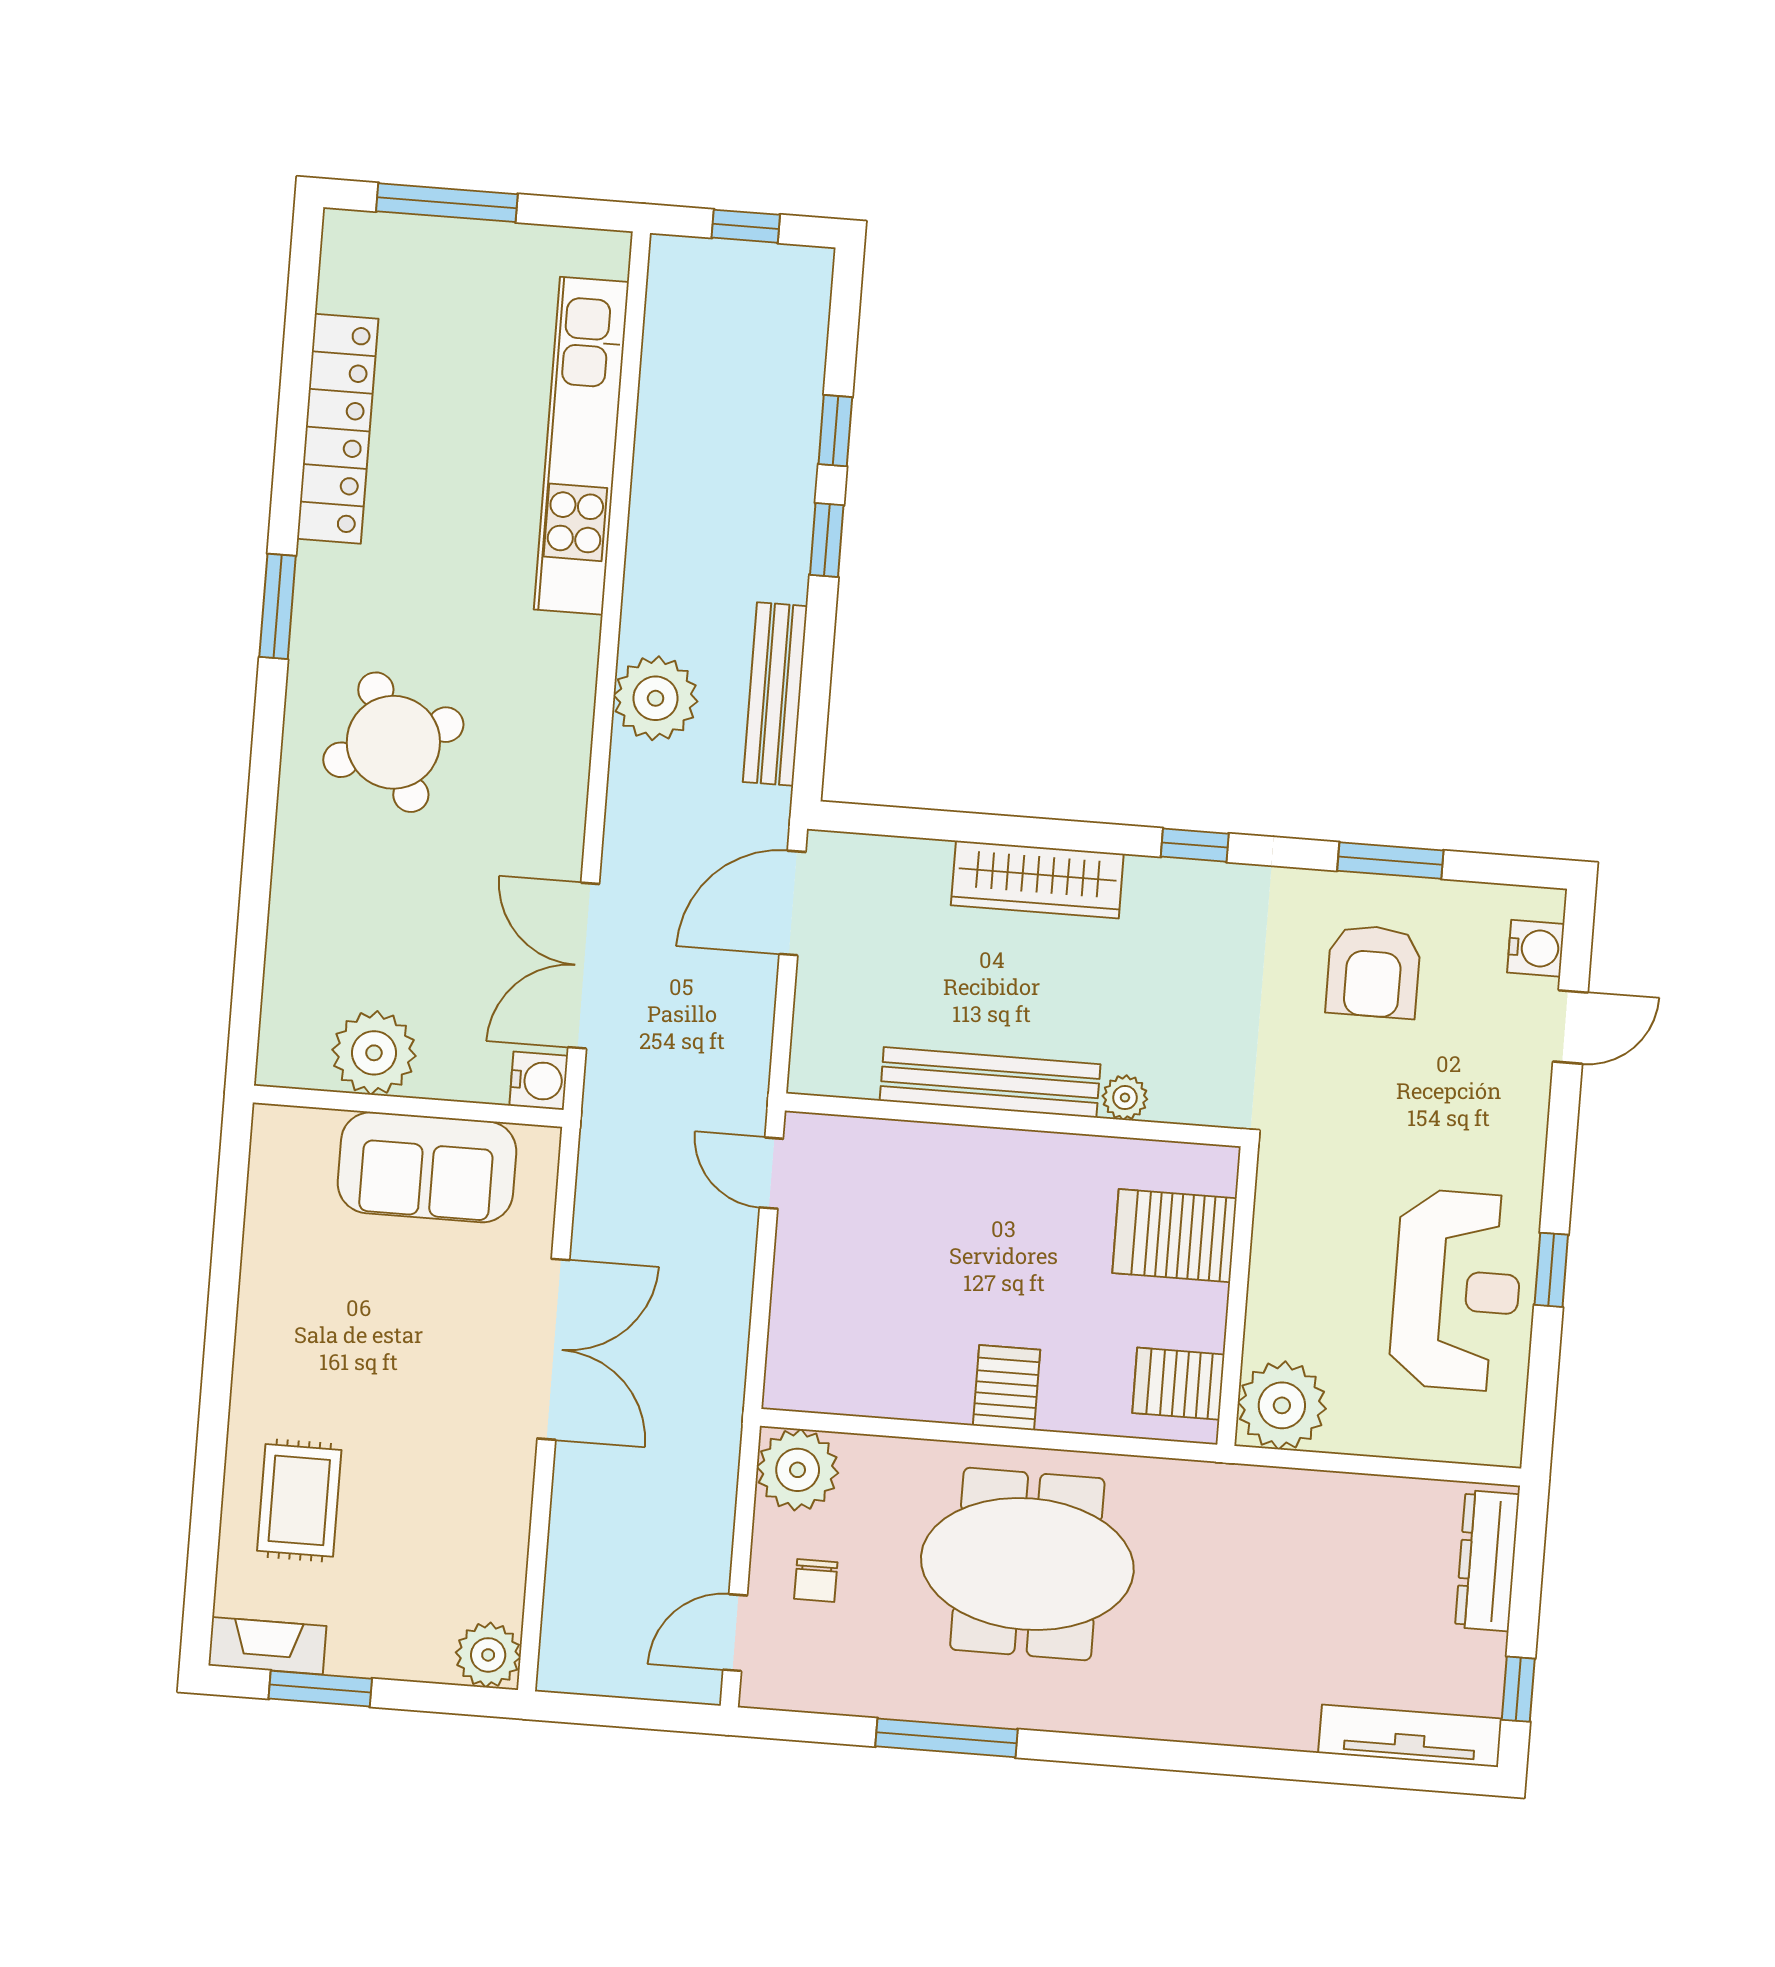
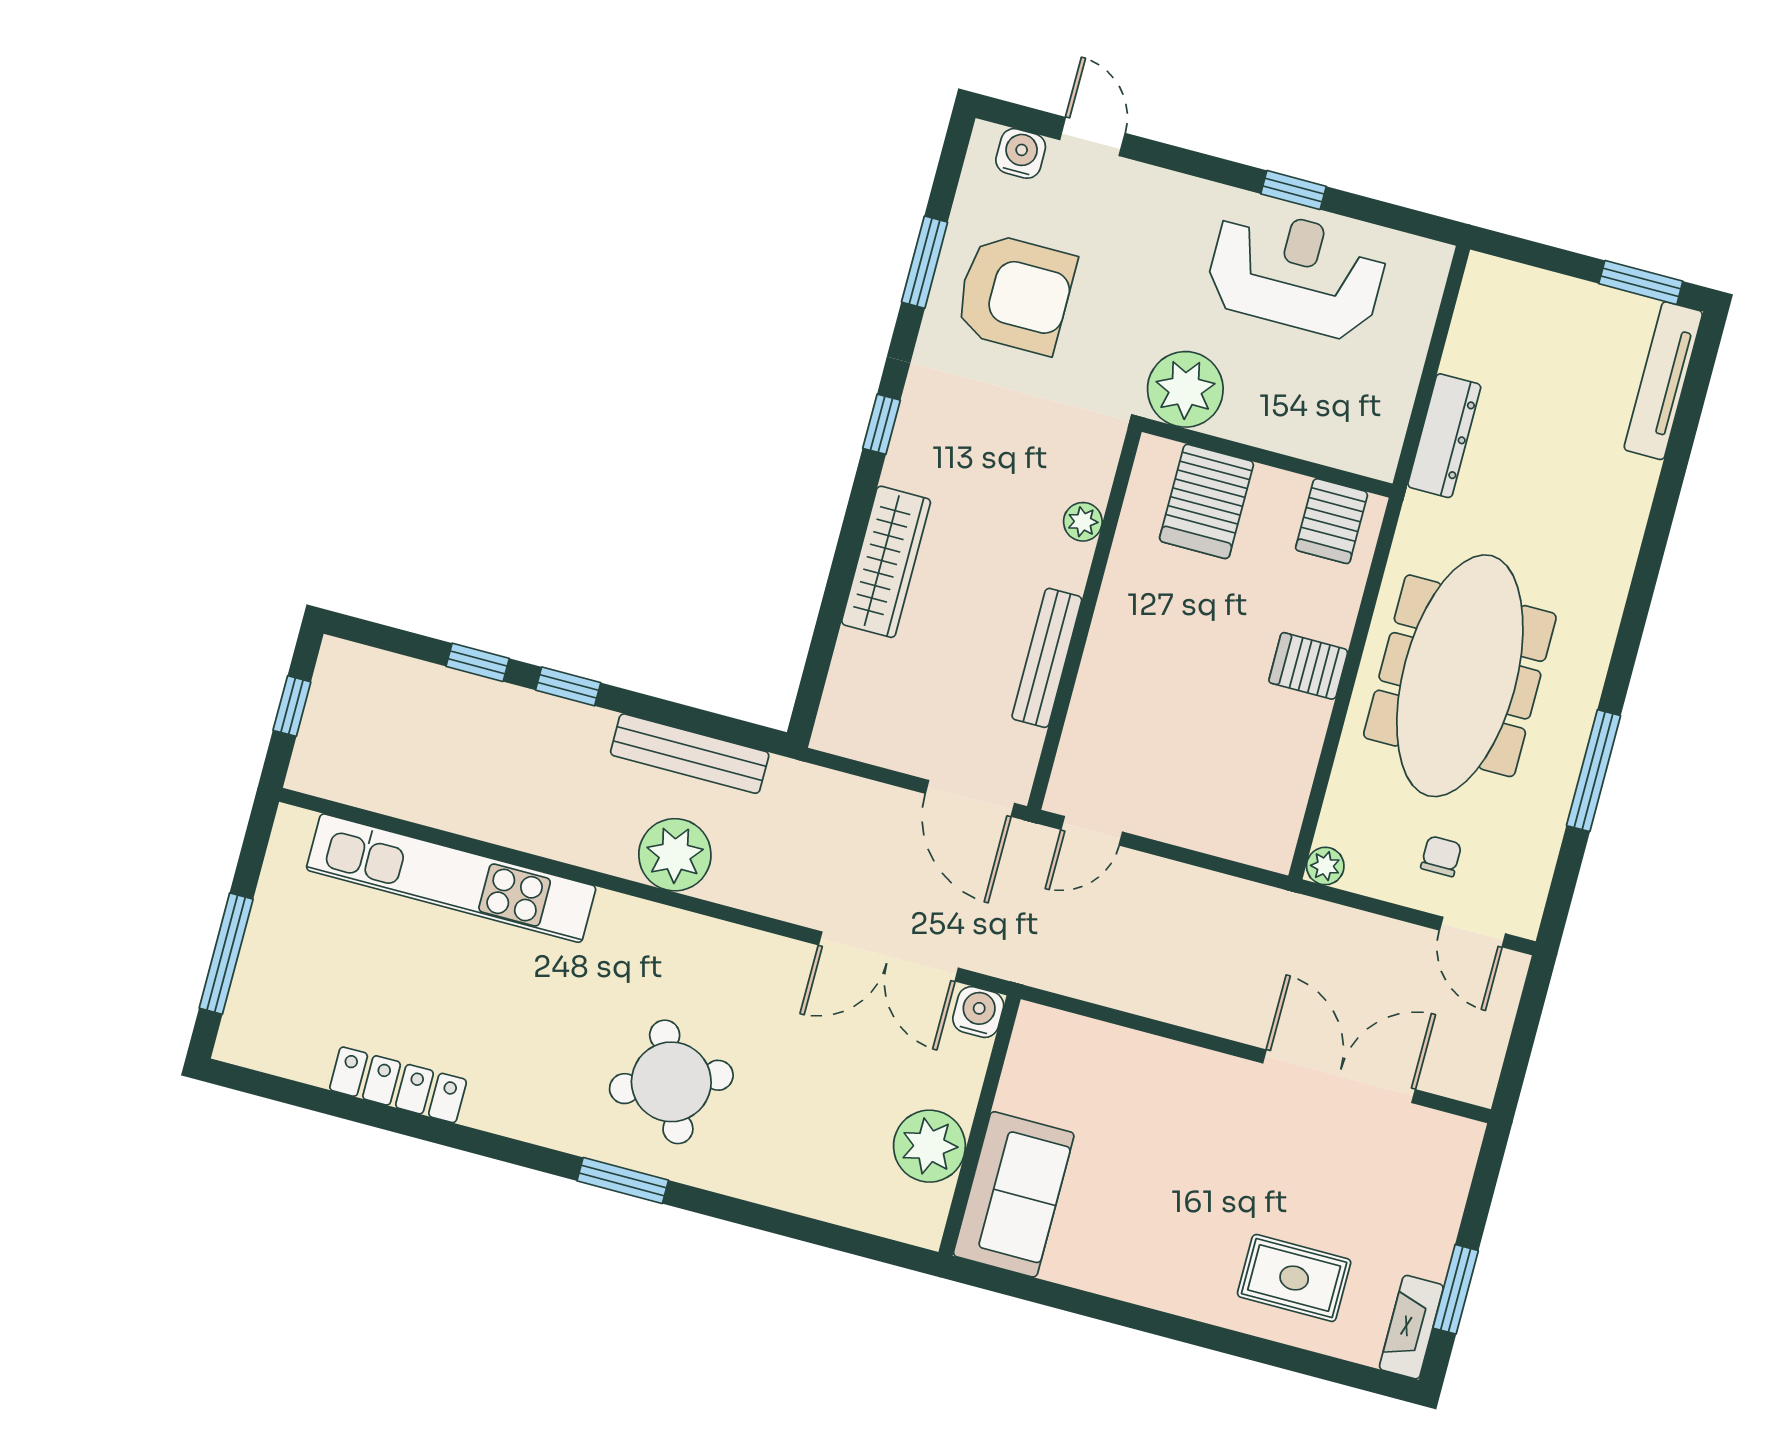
locker: (338, 429) -> (398, 1085), width x0.71, depth x0.83
window: (278, 606) -> (623, 1180), moved
door: (793, 903) -> (970, 798), moved
armchair: (1373, 971) -> (1015, 294), width x1.36, depth x1.36
bench: (990, 1082) -> (1047, 658), width x0.73, depth x0.82
sofa: (427, 1167) -> (1014, 1194), moved
double door: (553, 1349) -> (1339, 1076), moved
plant: (1282, 1405) -> (1185, 389), moved
plant: (798, 1470) -> (1325, 866), width x0.53, depth x0.53
dresser: (1487, 1561) -> (1444, 436), moved, turned -90
meeting table: (1027, 1564) -> (1460, 676), width x1.36
chair: (816, 1580) -> (1441, 856), turned -90
plant: (488, 1655) -> (1453, 1143), removed
window: (1518, 1689) -> (1641, 282), width x1.50

